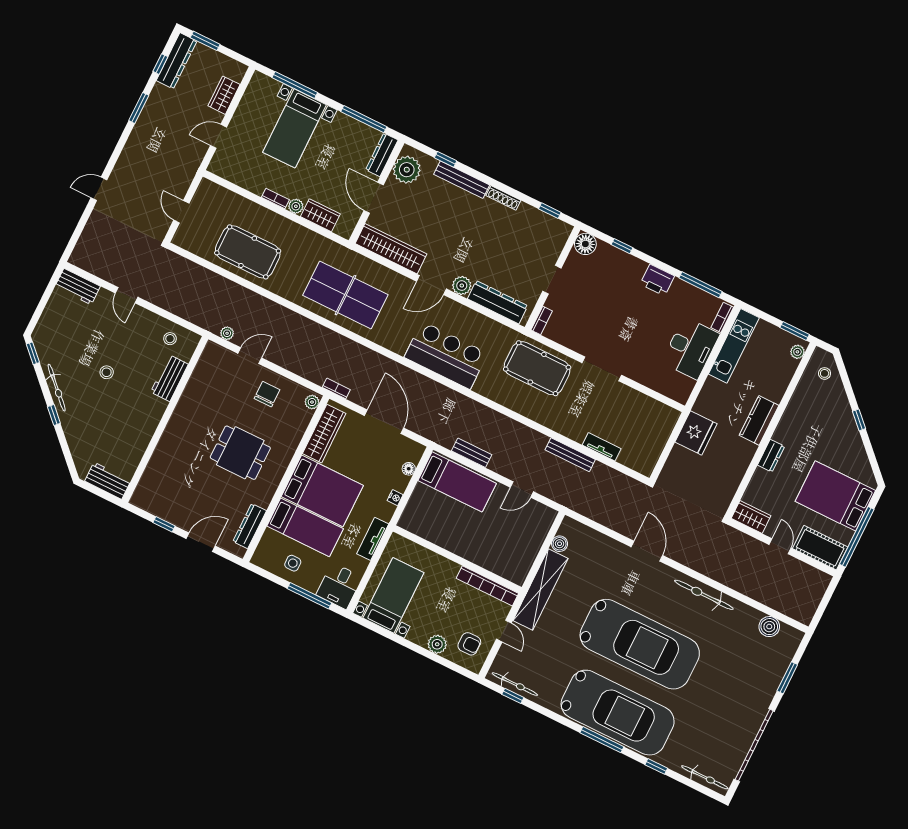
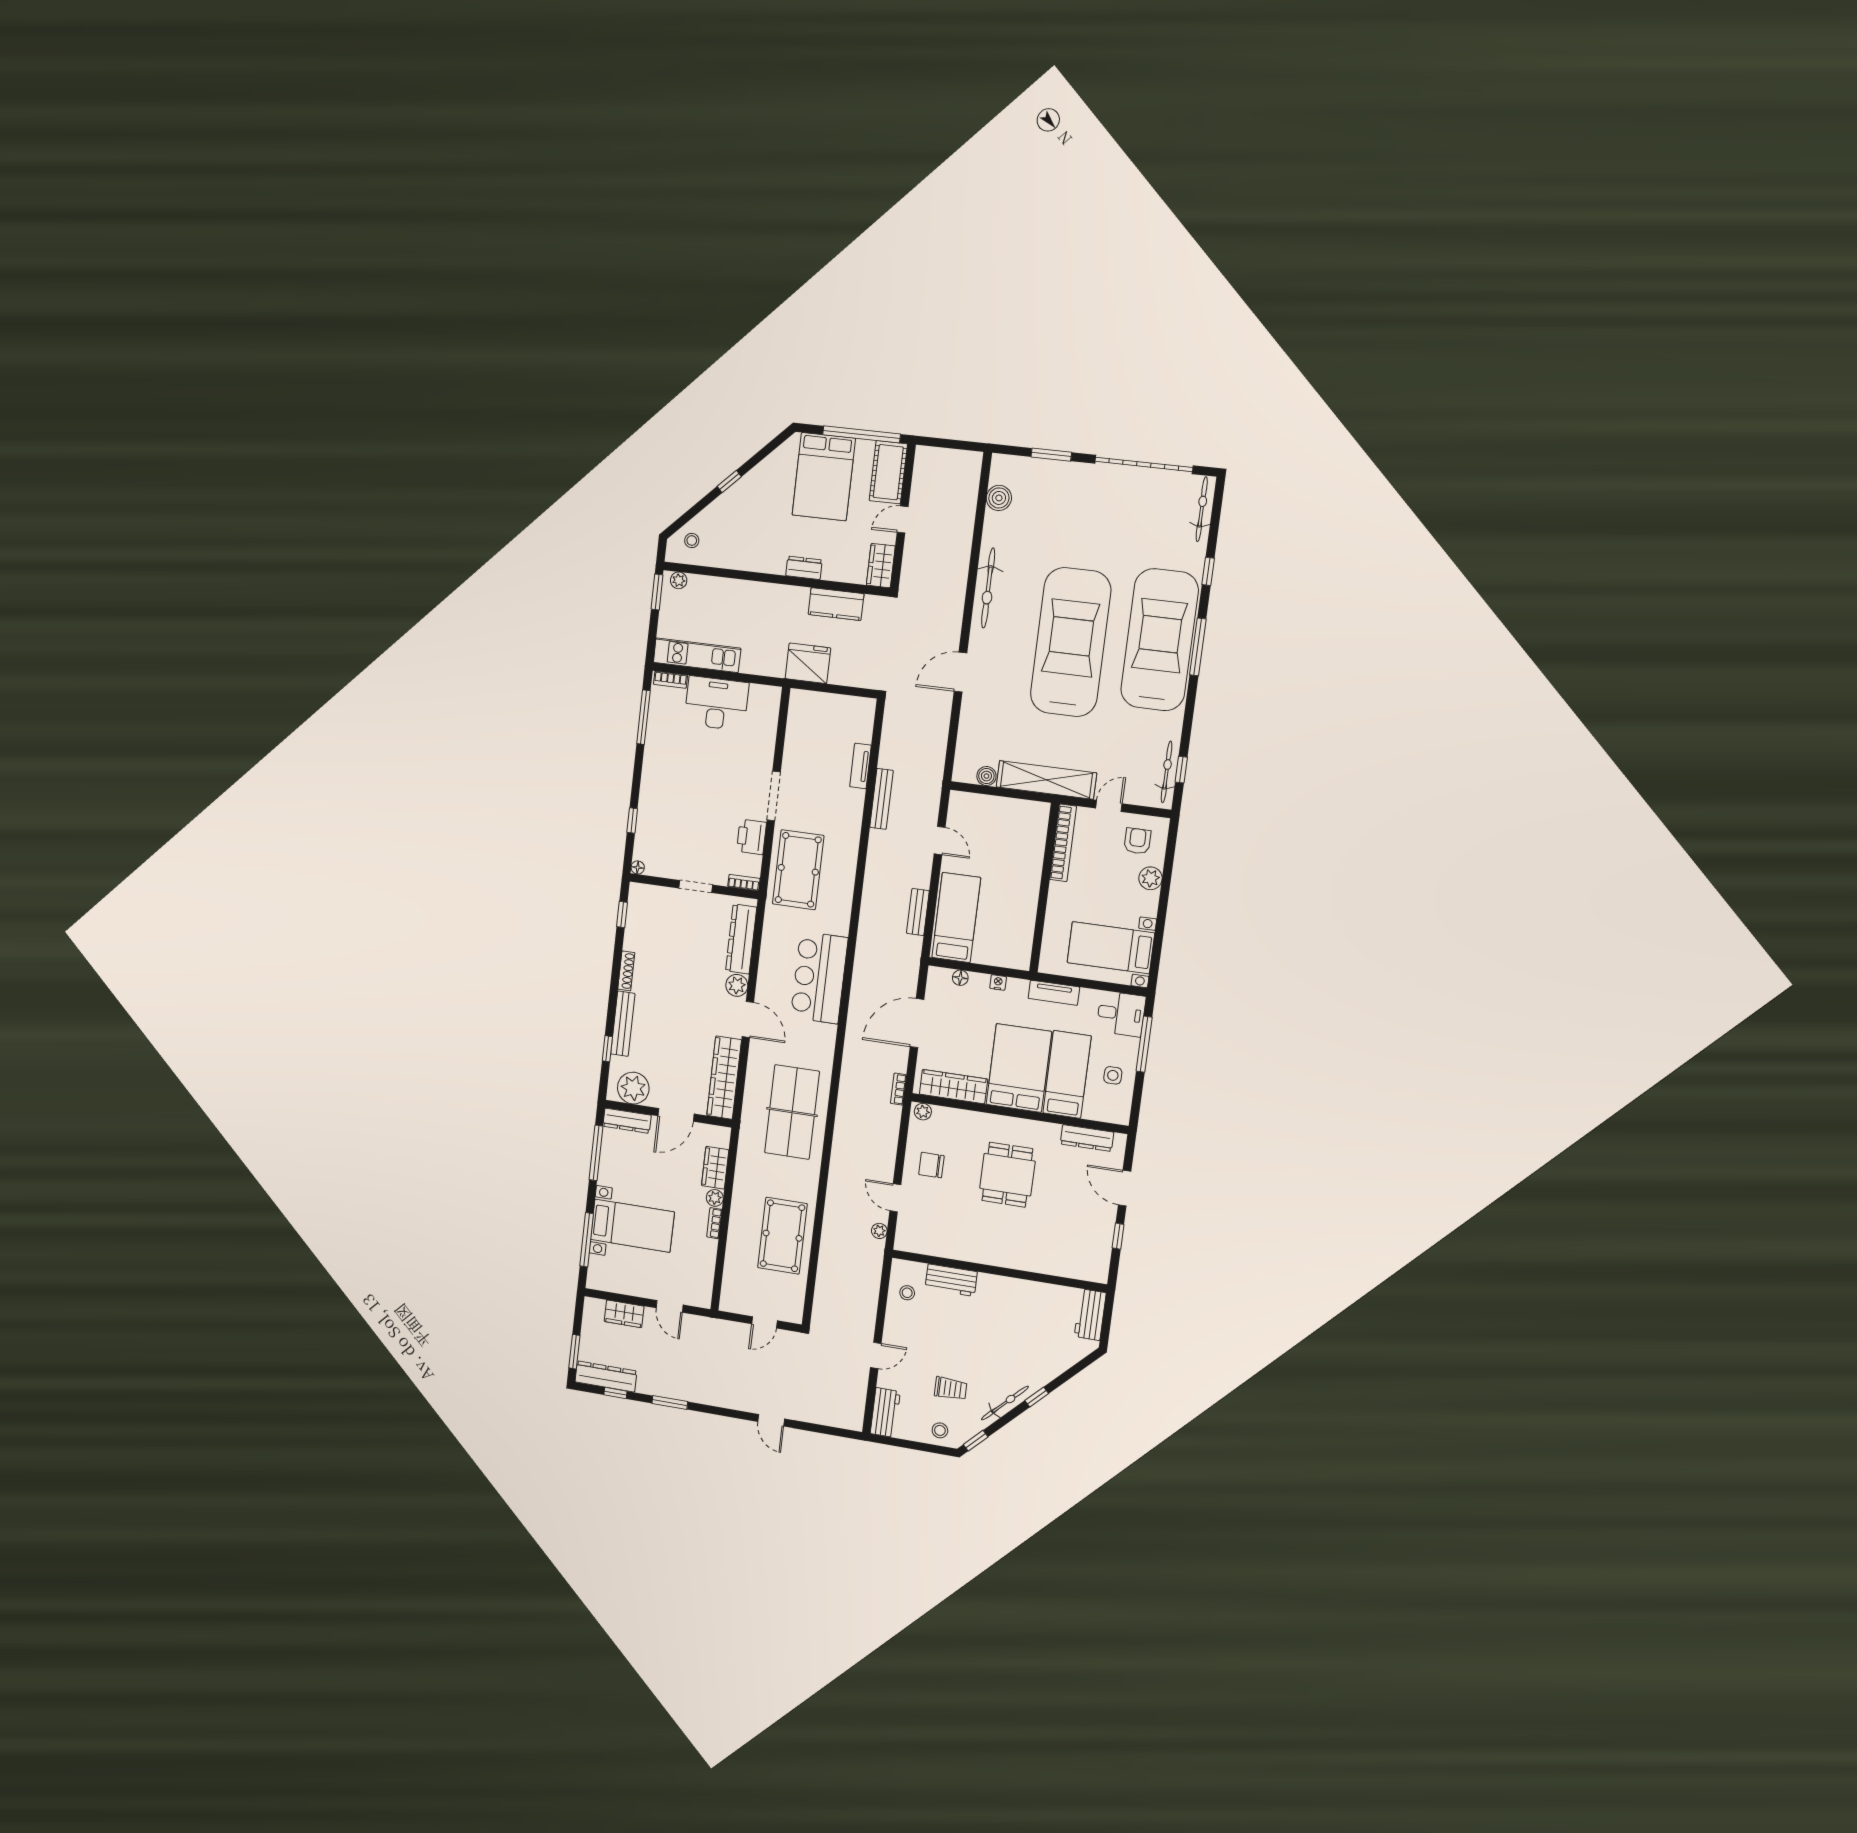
floor lamp: (585, 244) -> (638, 867), width x0.53, depth x0.53
printer: (657, 280) -> (752, 837), moved, turned 180
trolley: (81, 347) -> (951, 1389), added
stool: (107, 372) -> (940, 1430), moved
kitchen counter: (759, 420) -> (836, 604), moved

